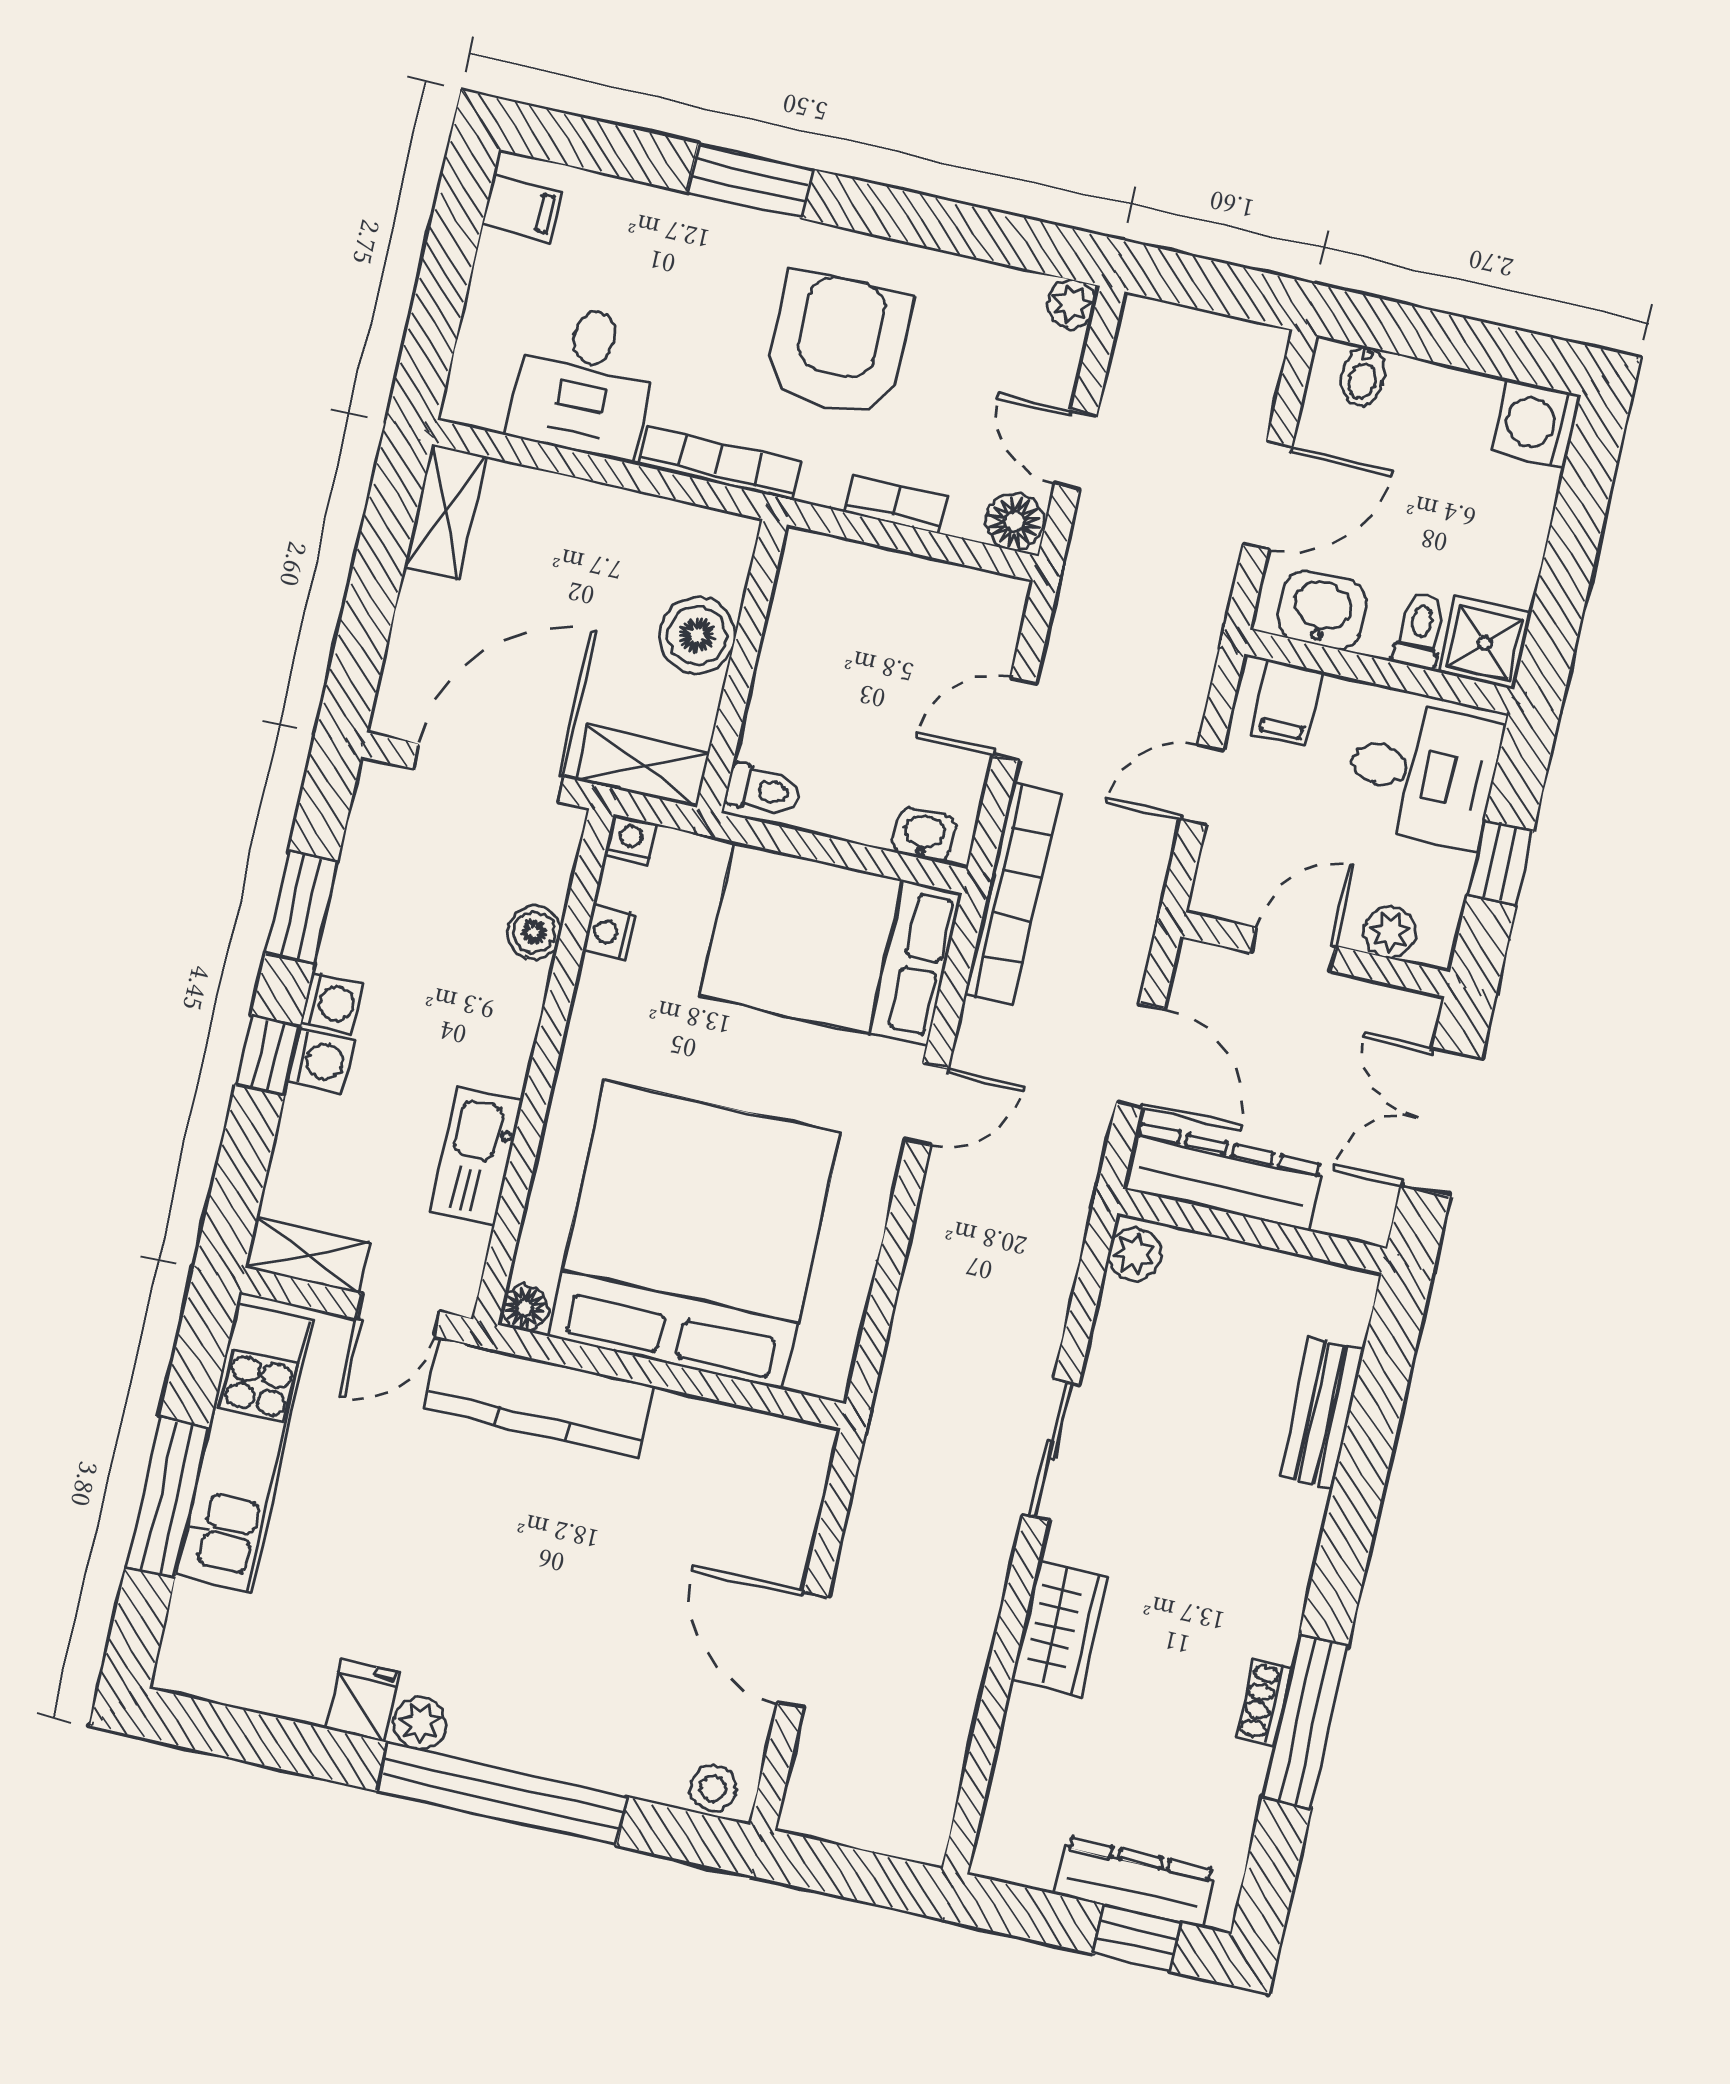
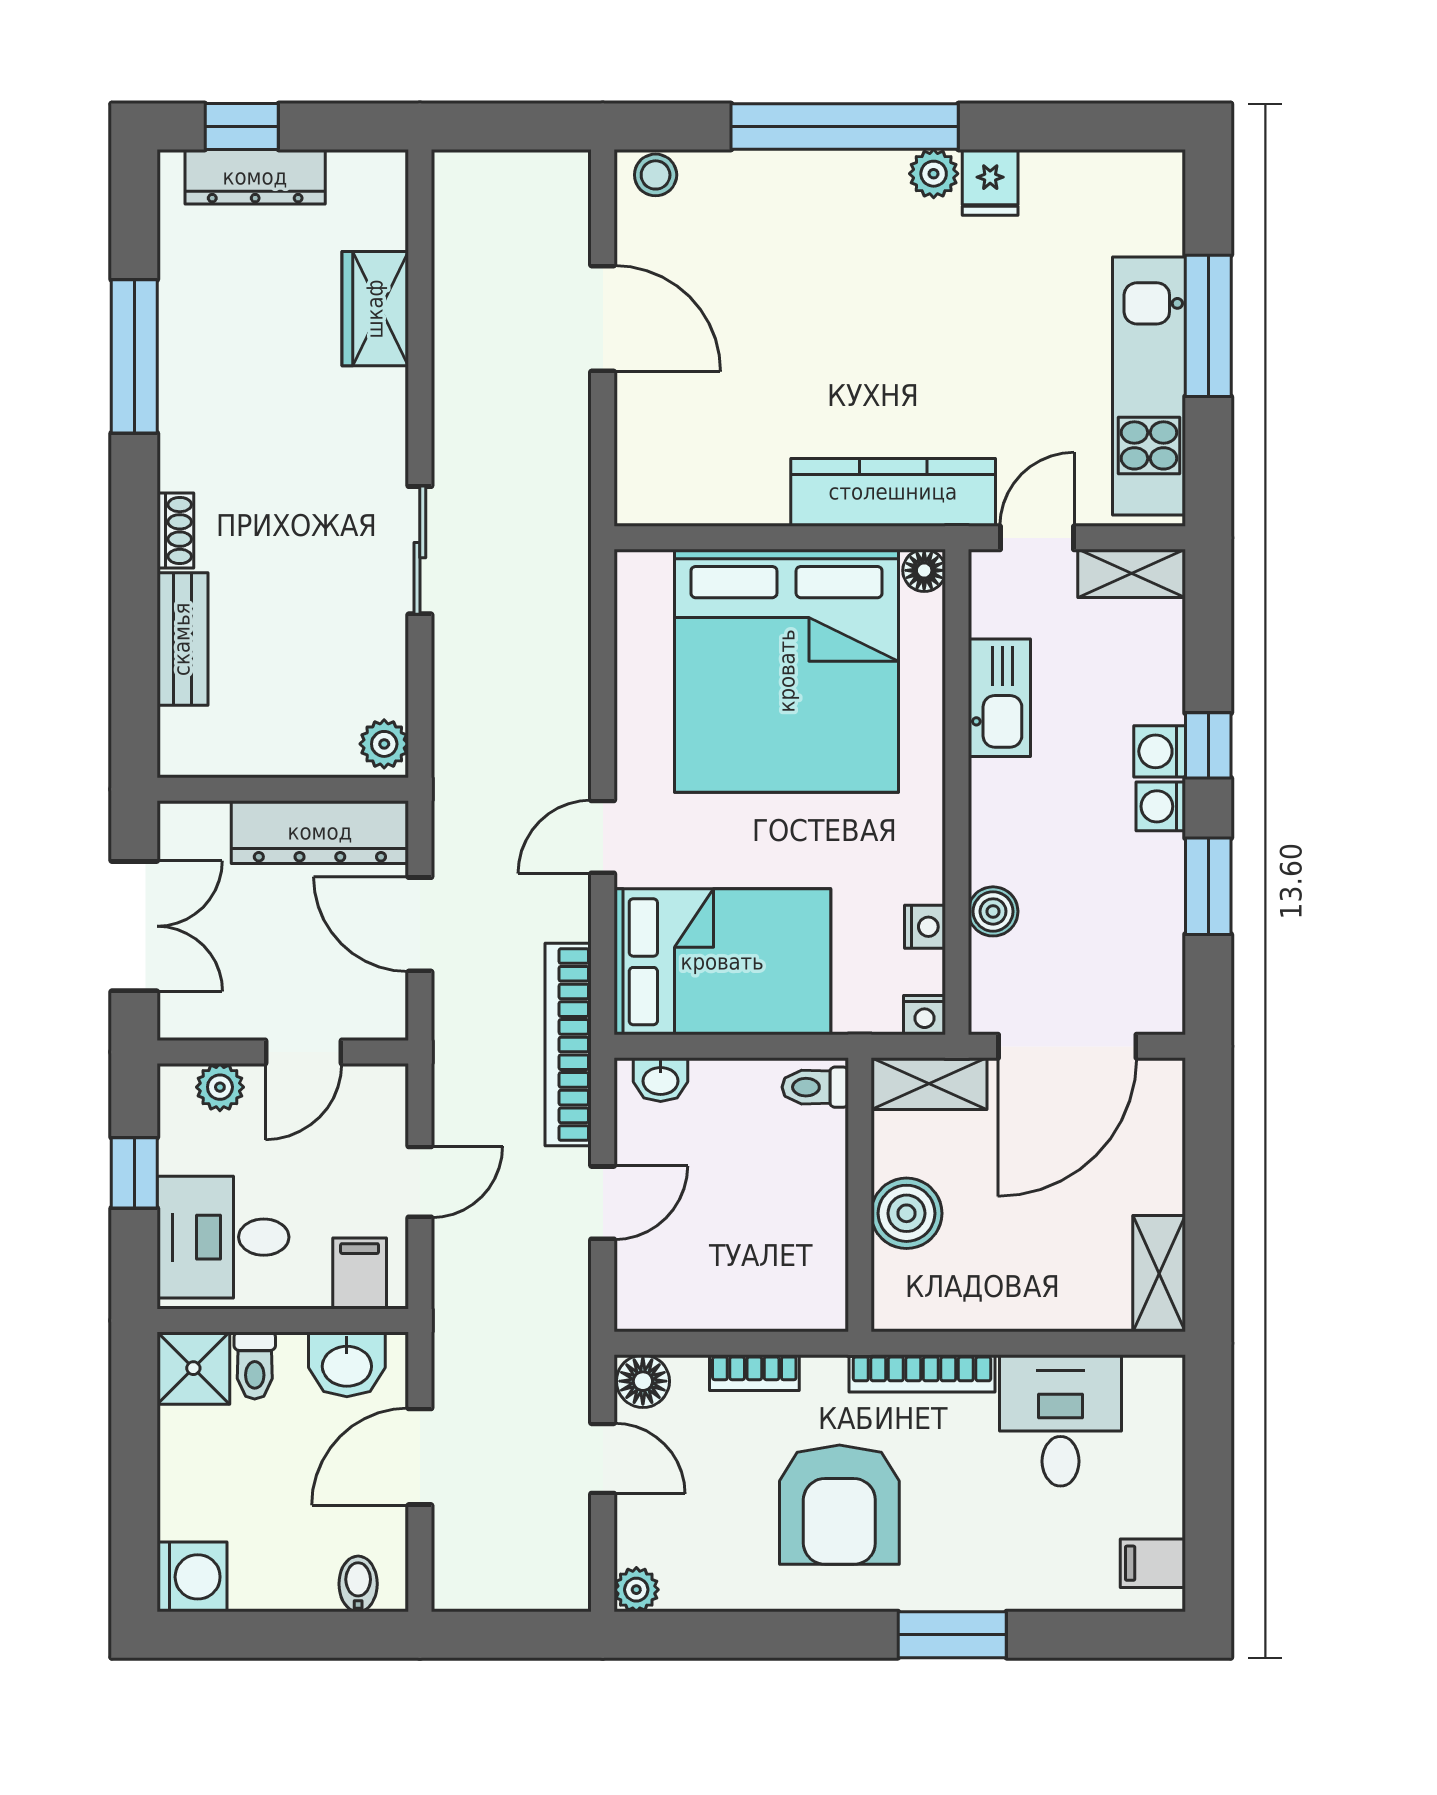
wardrobe: (1060, 1628) -> (375, 309), moved
shoe rack: (1264, 1702) -> (175, 530), moved

